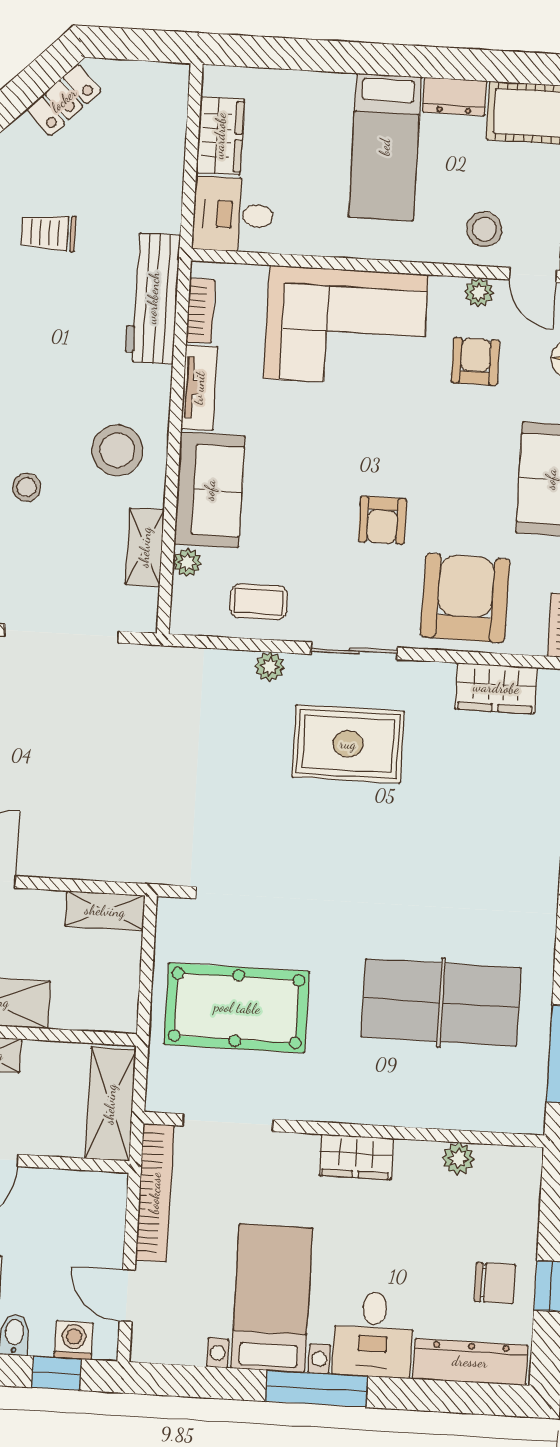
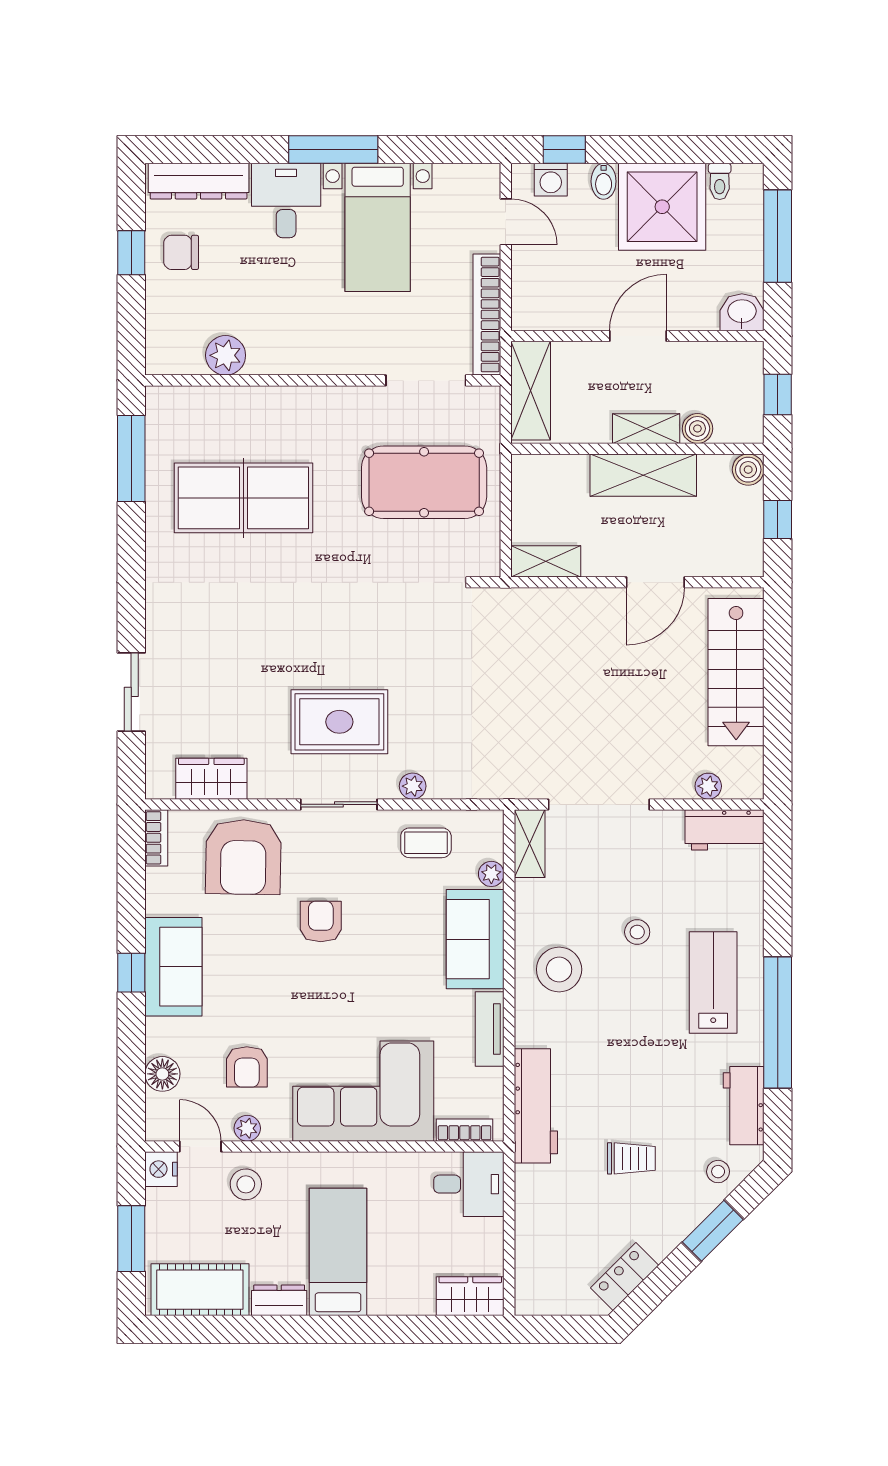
wardrobe: (220, 136) -> (470, 1296), moved, turned 90
bookcase: (200, 311) -> (465, 1130), moved, turned 90
shelving: (145, 547) -> (530, 844), moved
wardrobe: (356, 1157) -> (311, 357), removed
plant: (458, 1158) -> (226, 355), width x1.38, depth x1.38

